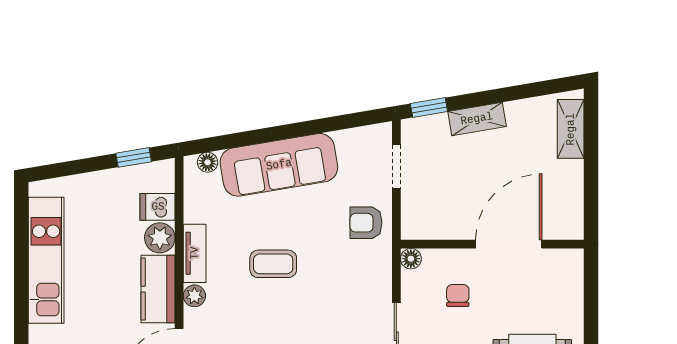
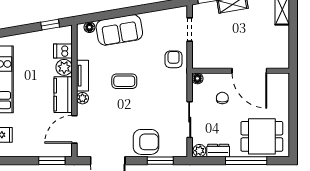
sofa: (279, 165) -> (119, 30), width x0.73
armchair: (366, 223) -> (174, 59), turned 90
door: (509, 244) -> (249, 71), swing flipped

